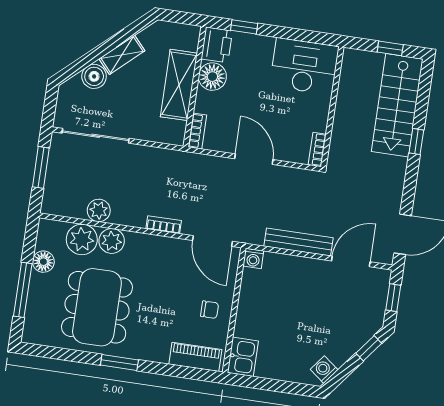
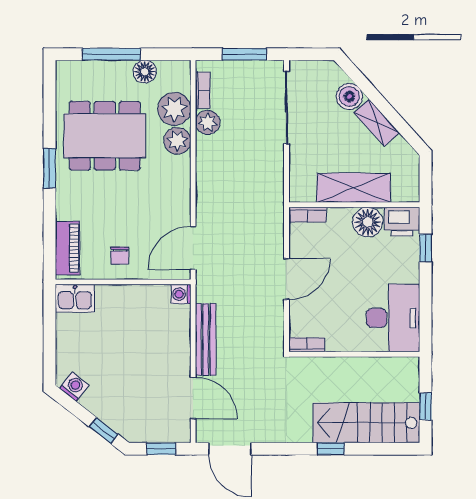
bookcase: (164, 225) -> (203, 90), moved

